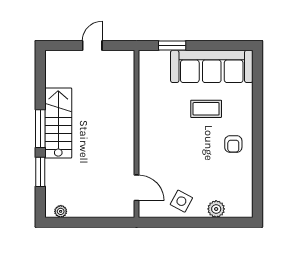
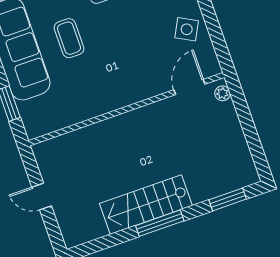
window: (40, 172) -> (228, 199), moved
plant: (61, 211) -> (223, 93), moved

